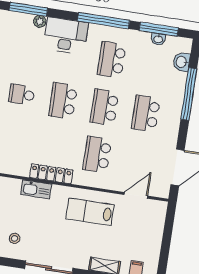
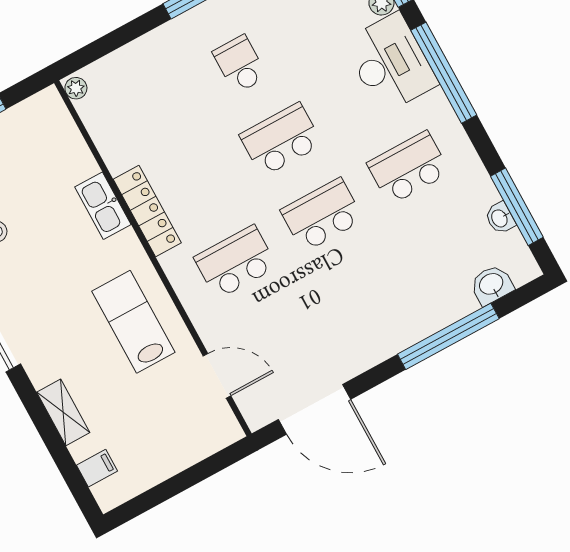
window: (103, 21) -> (444, 73), moved
school desk: (146, 113) -> (363, 290), removed

